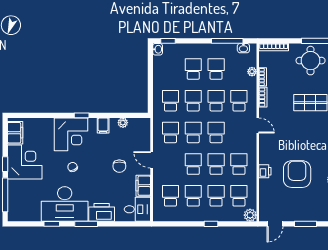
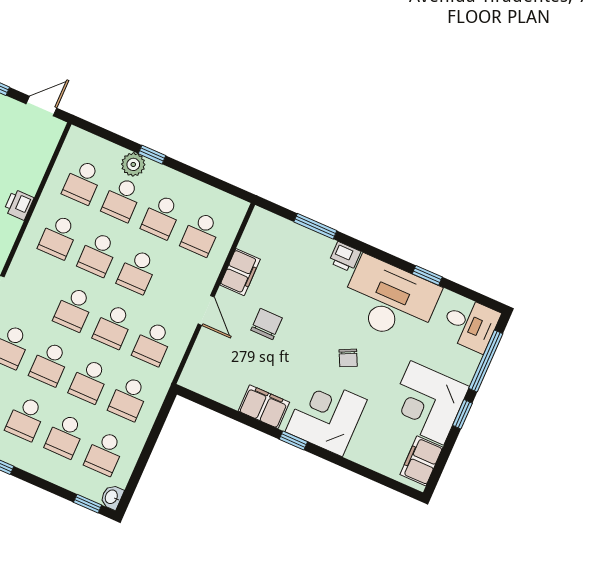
school desk: (170, 69) -> (105, 453), added
plant: (123, 123) -> (228, 396), removed
filing cabinet: (103, 125) -> (264, 407), width x2.00
desk: (137, 209) -> (470, 324), moved, turned 180
printer: (102, 212) -> (345, 257), width x0.53, depth x0.68
plant: (250, 215) -> (133, 164), moved
window: (86, 224) -> (315, 226), moved

